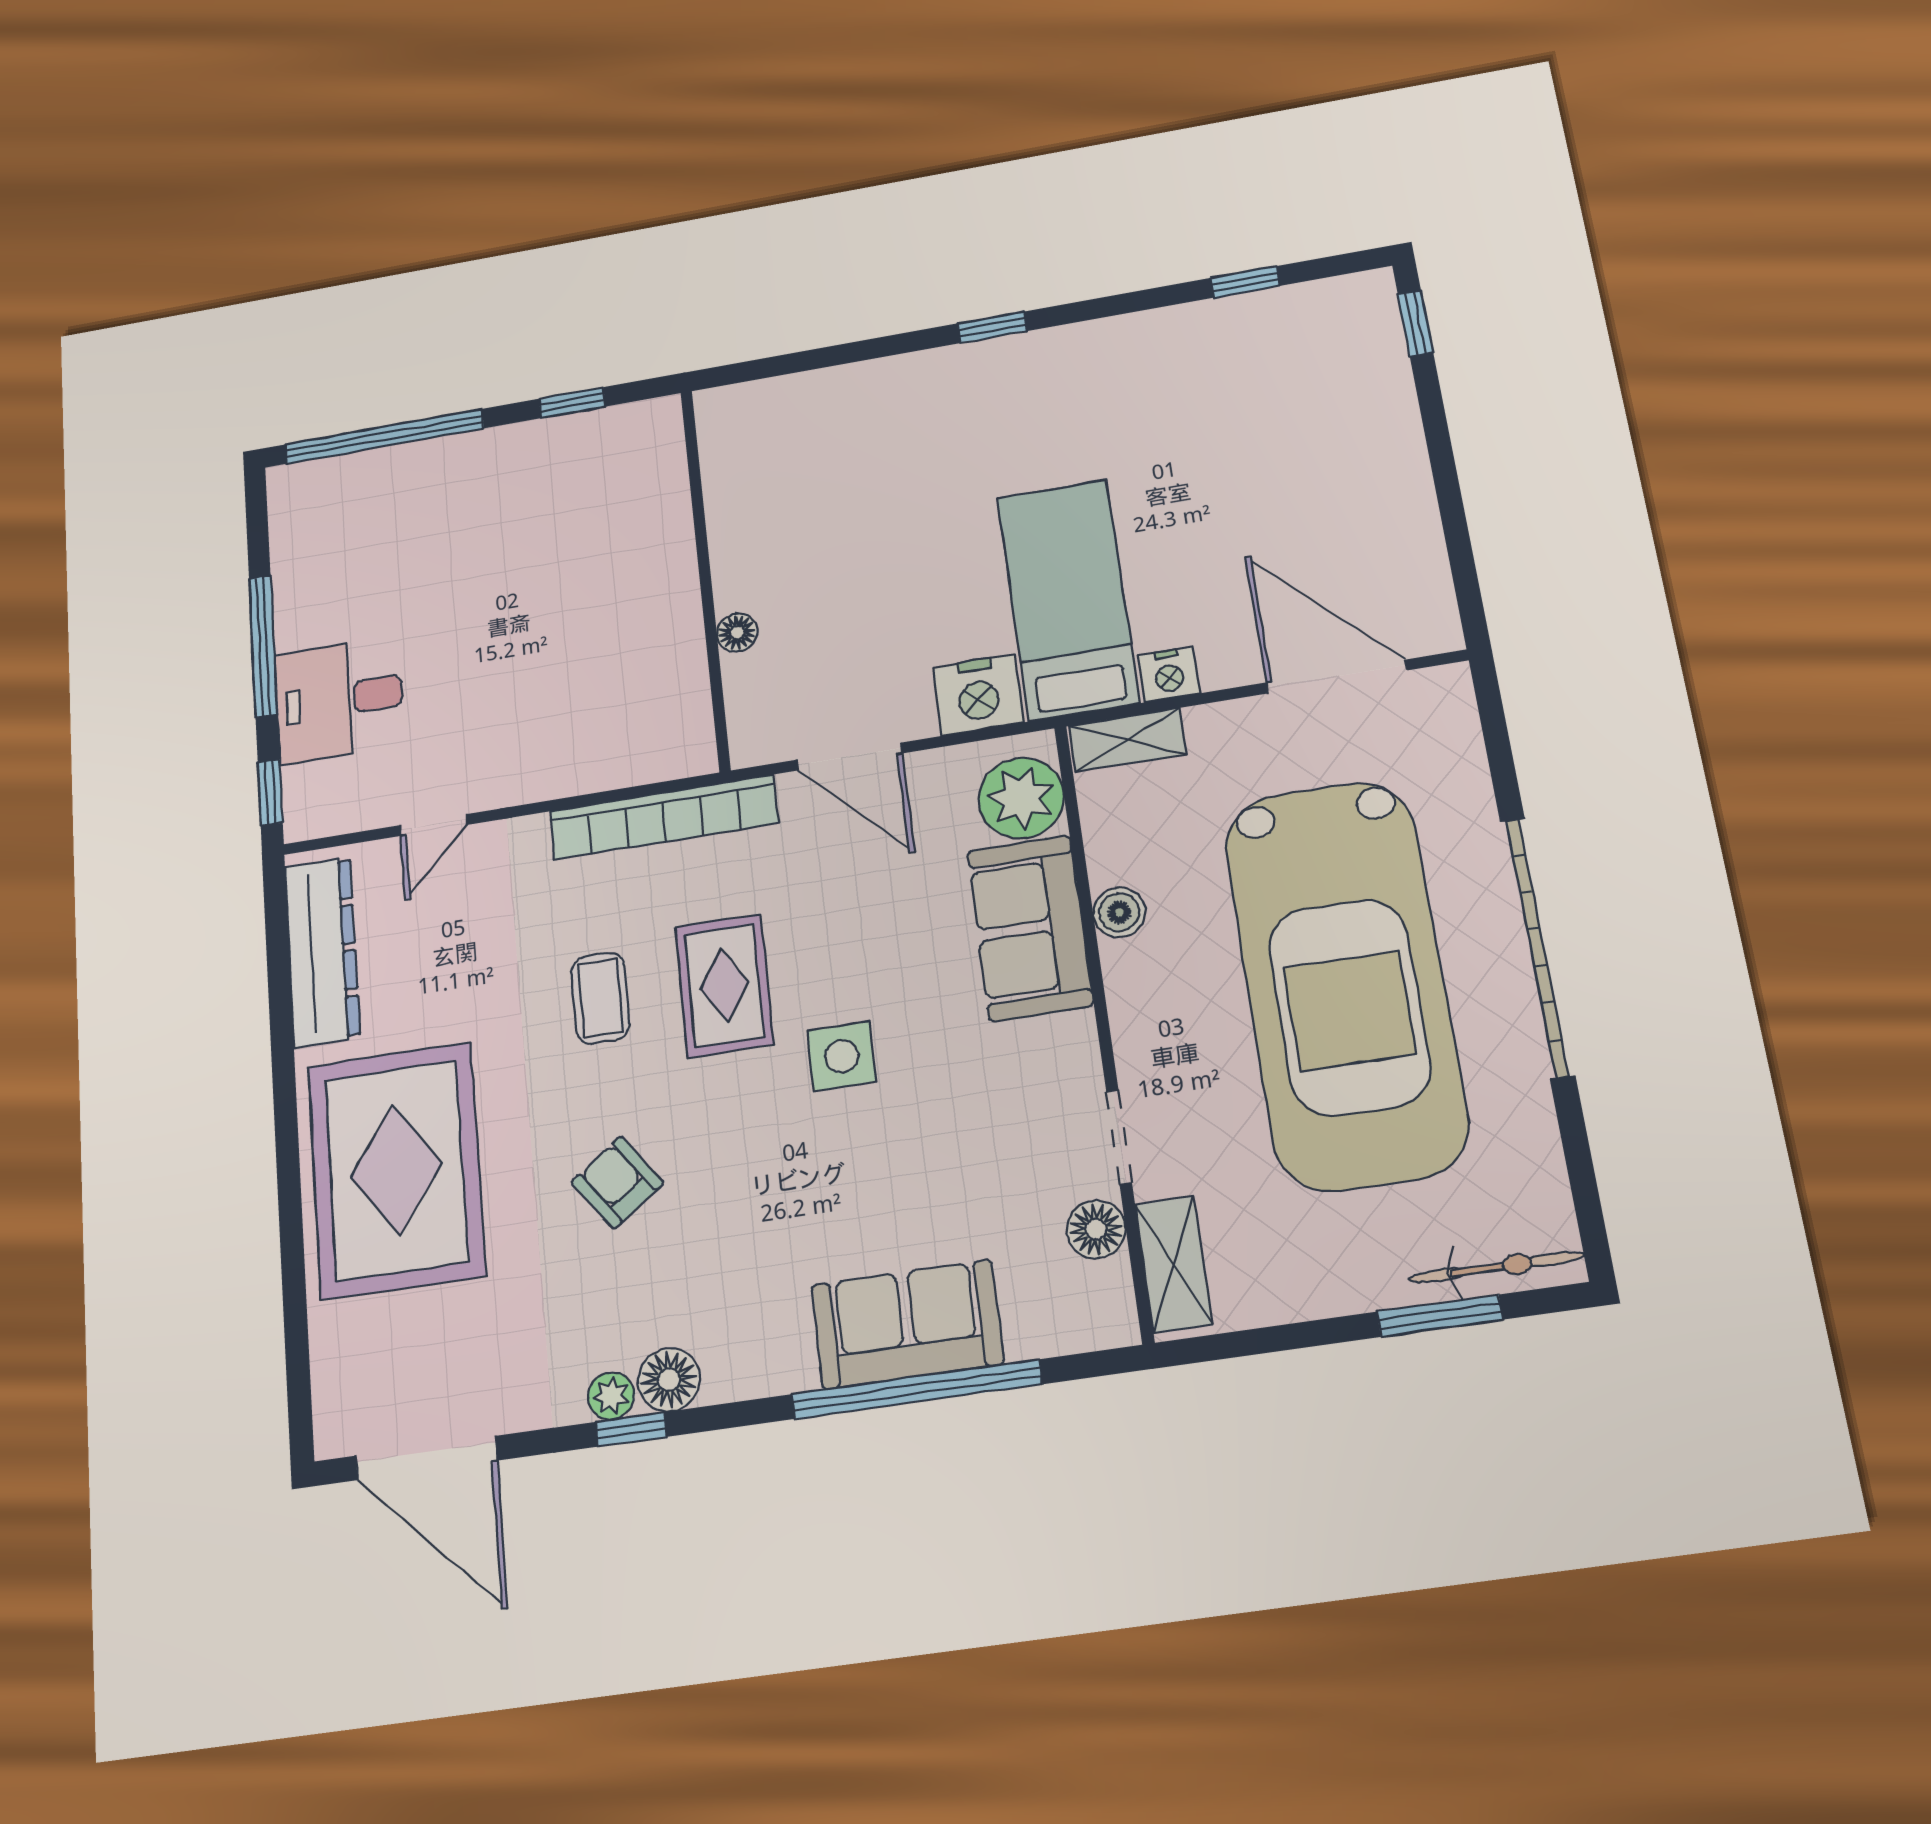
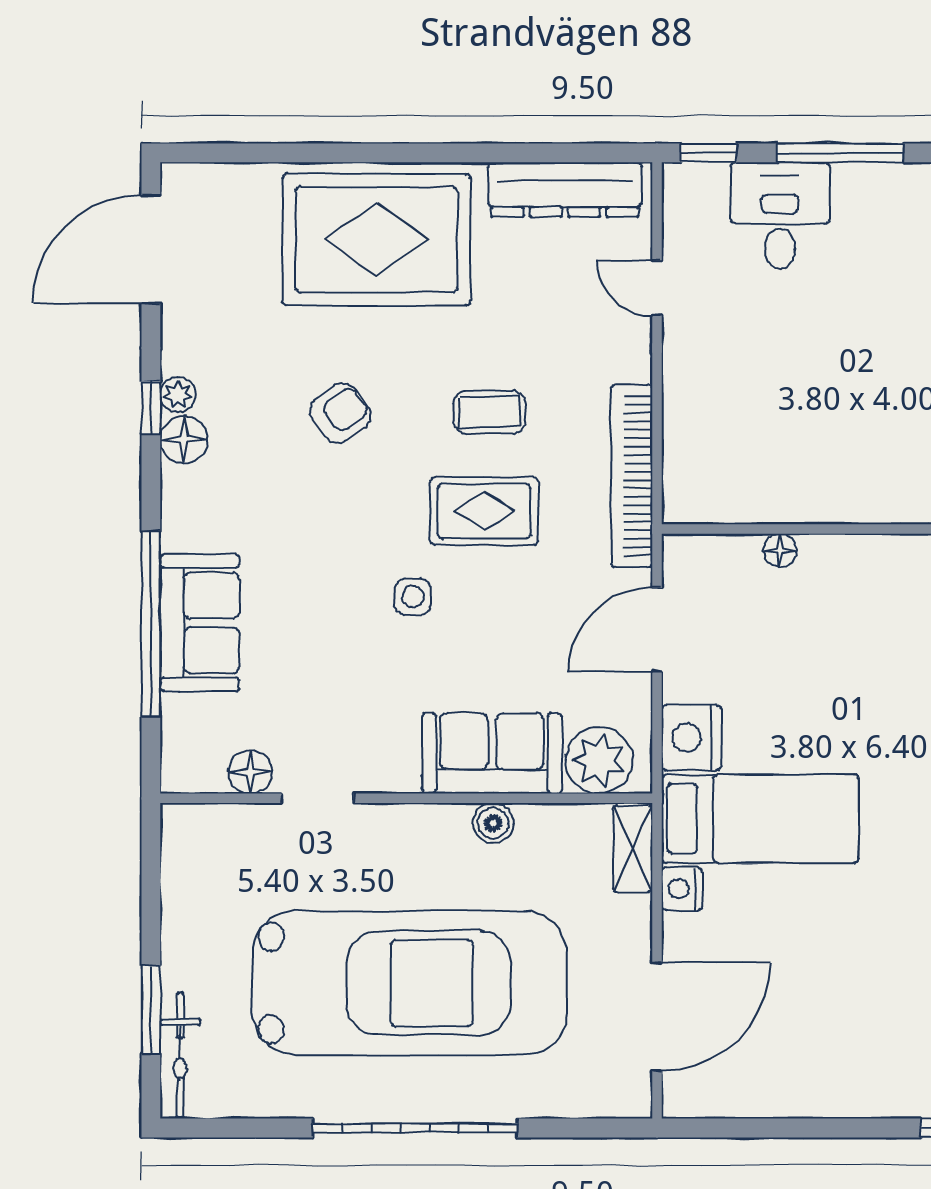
car: (1345, 983) -> (410, 983), turned 180
side table: (842, 1056) -> (413, 597), width x0.73, depth x0.73
shelving: (1174, 1264) -> (216, 825), removed

